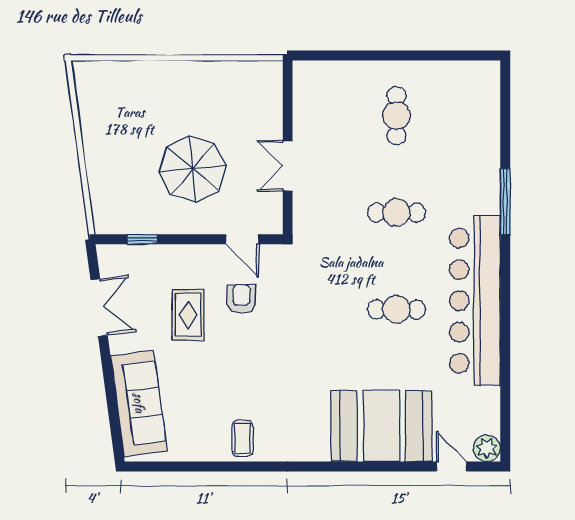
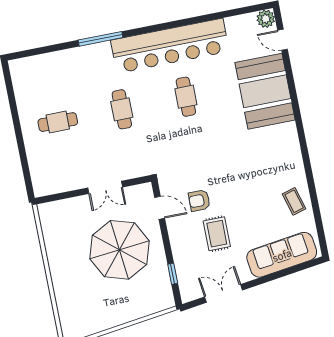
parasol: (193, 169) -> (120, 250), width x1.36, depth x1.36
door: (242, 239) -> (160, 208), hinge flipped
rug: (188, 315) -> (217, 234), turned 90
coffee table: (242, 438) -> (294, 201), moved, turned 74
door: (451, 466) -> (282, 40), hinge flipped

